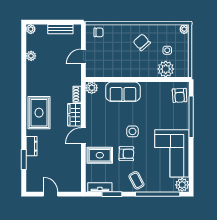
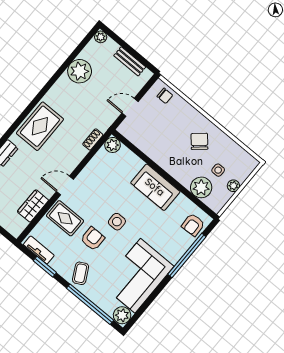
plant: (184, 29) -> (233, 186), moved
plant: (31, 56) -> (80, 71), width x1.88, depth x1.88
sofa: (123, 92) -> (155, 187), moved
wardrobe: (74, 115) -> (33, 206), moved
armchair: (126, 154) -> (93, 239), turned -91

